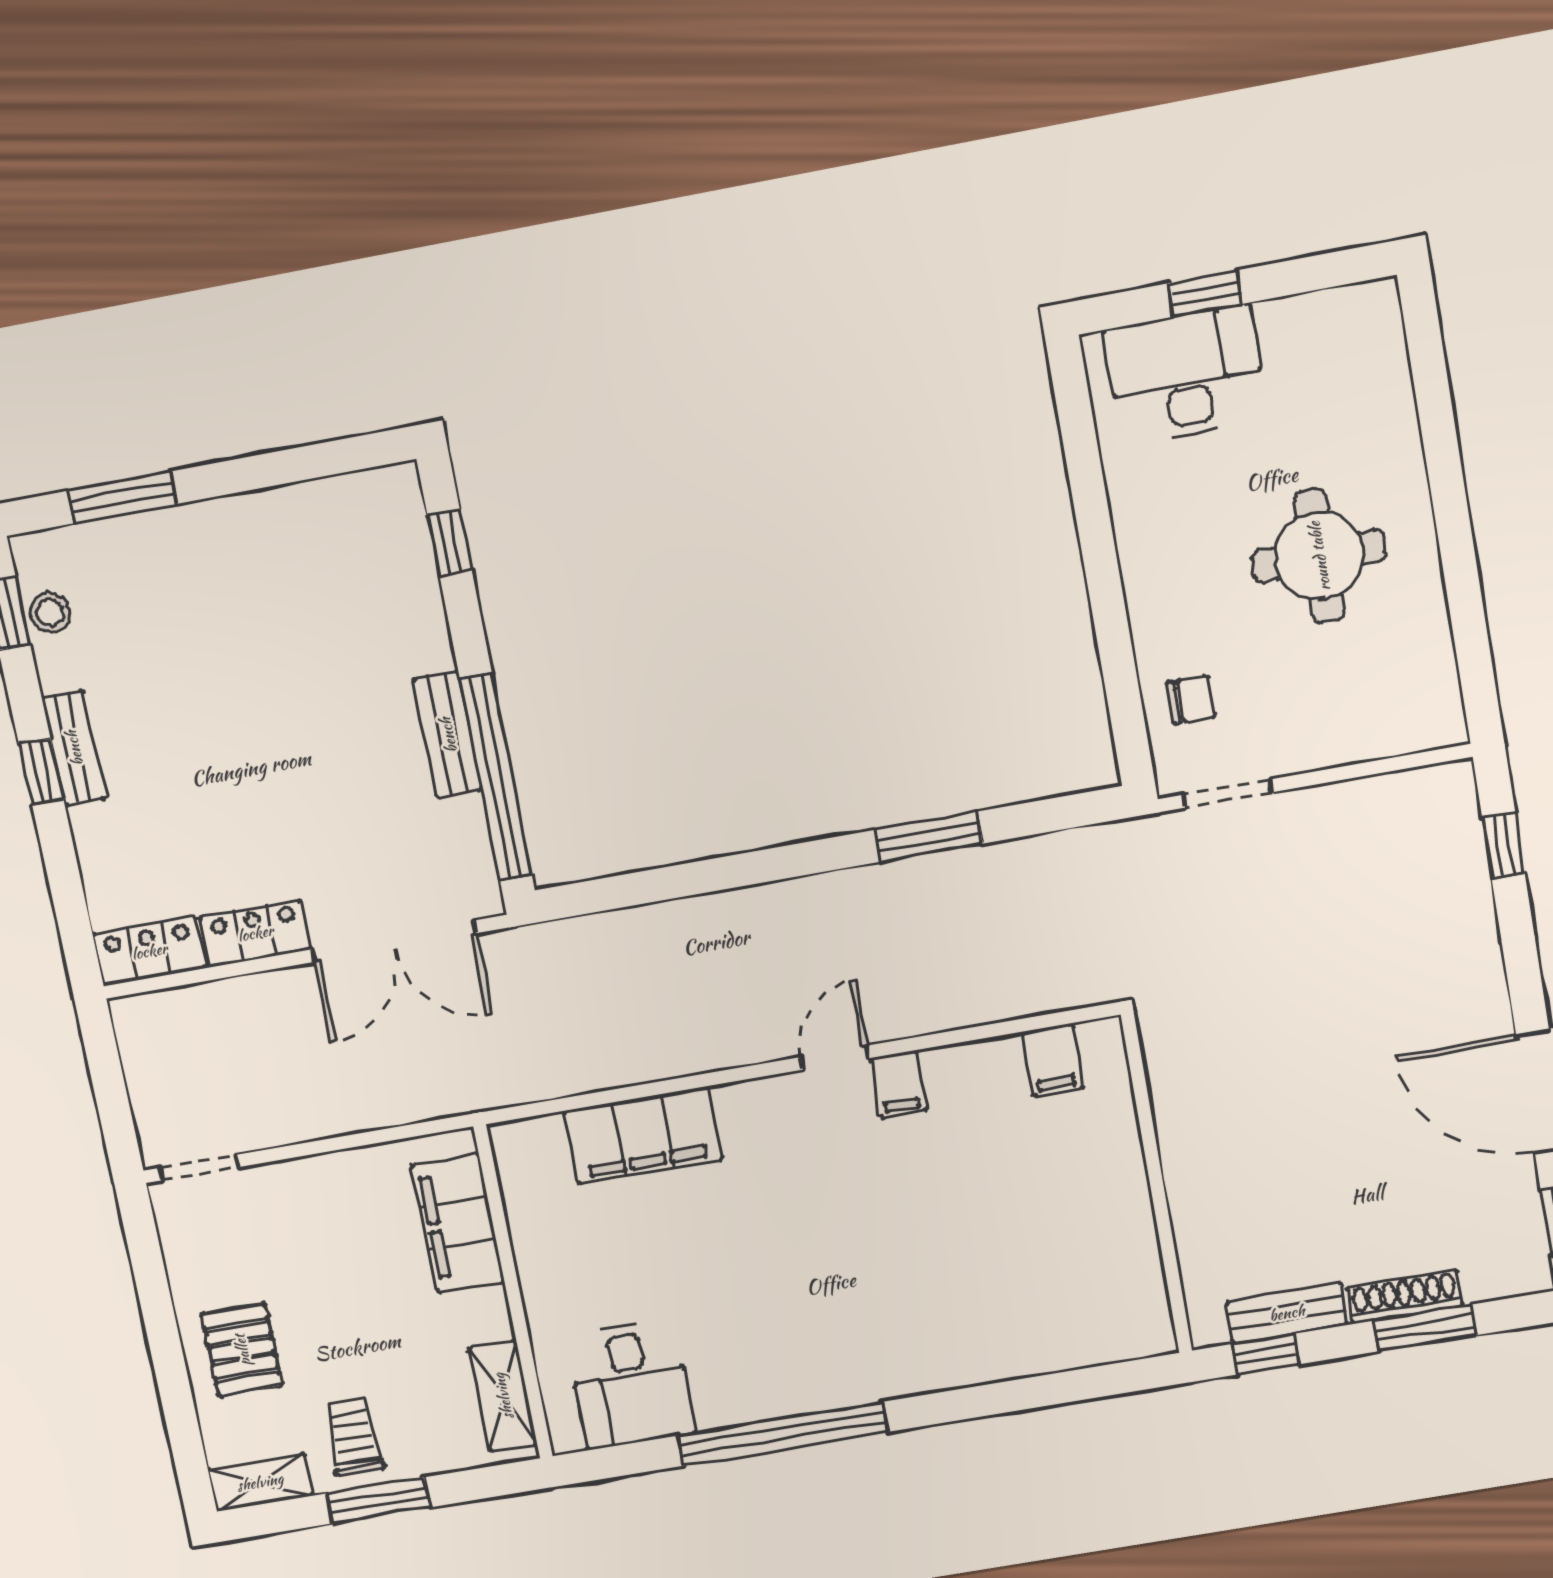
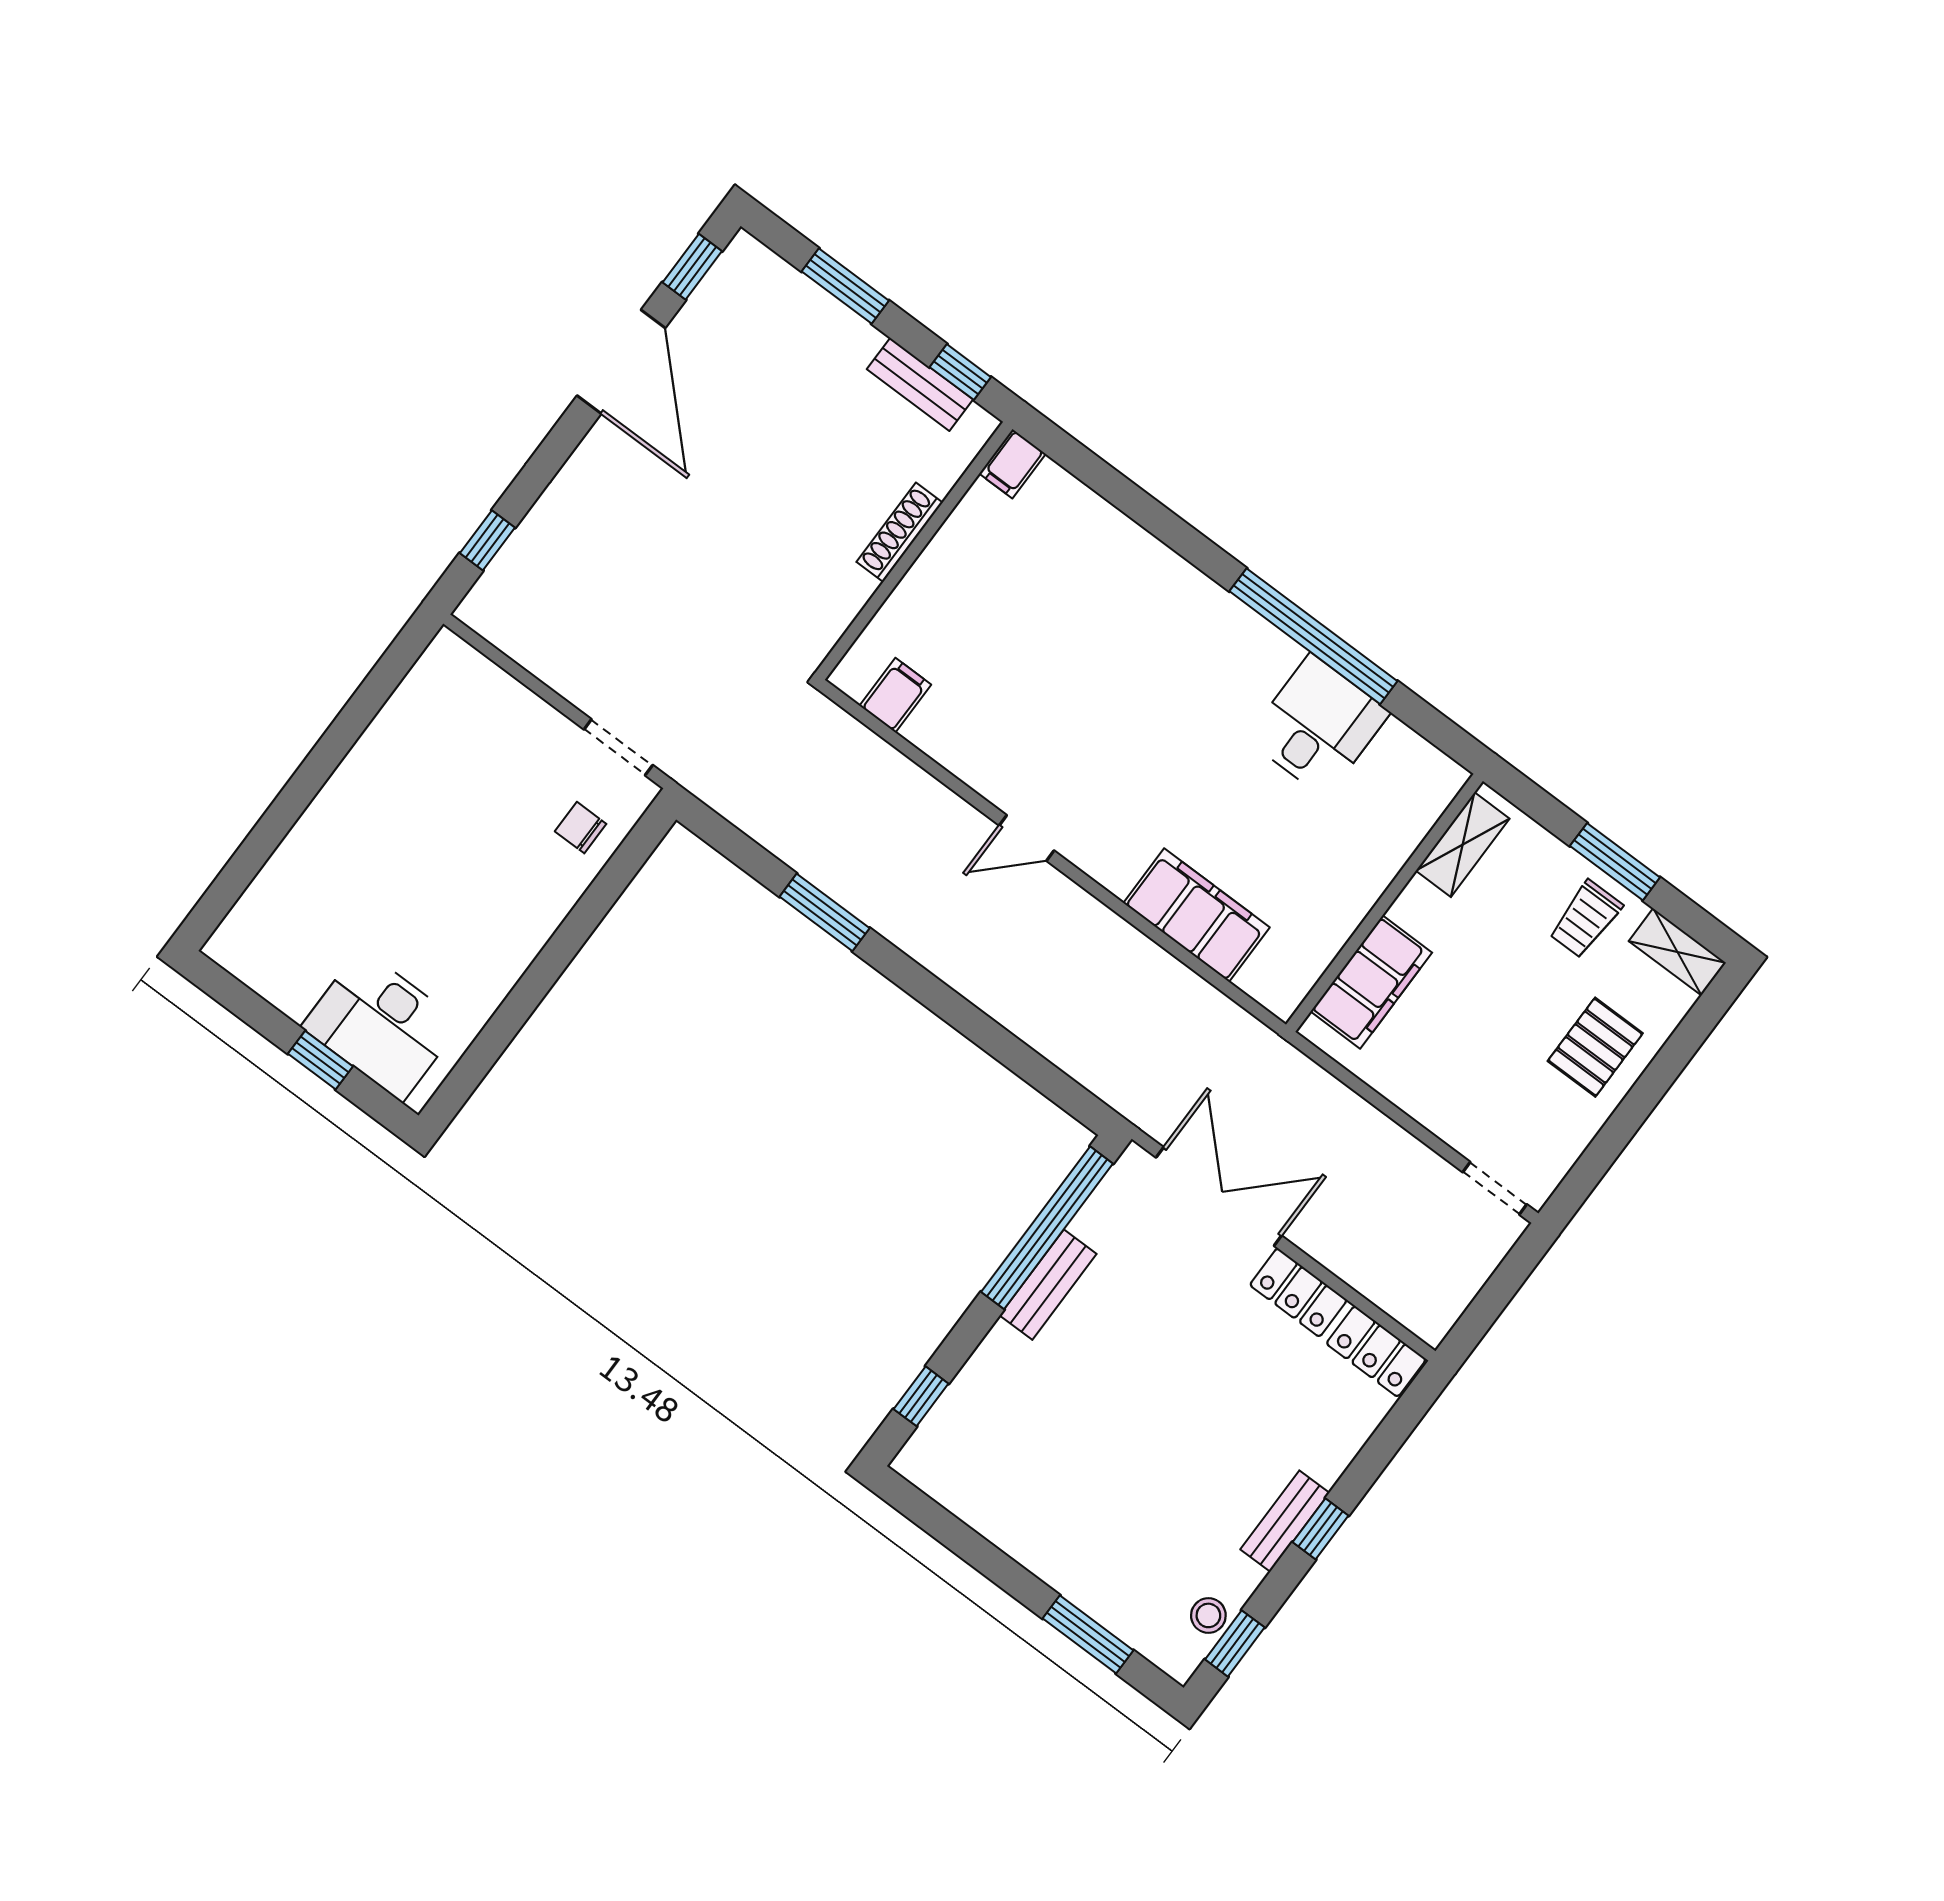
round table: (1319, 556) -> (415, 833), removed
filing cabinet: (898, 1084) -> (1012, 464), moved, turned 180
shoe rack: (1405, 1297) -> (900, 532), moved, turned 90
desk: (631, 1384) -> (1318, 726), moved

